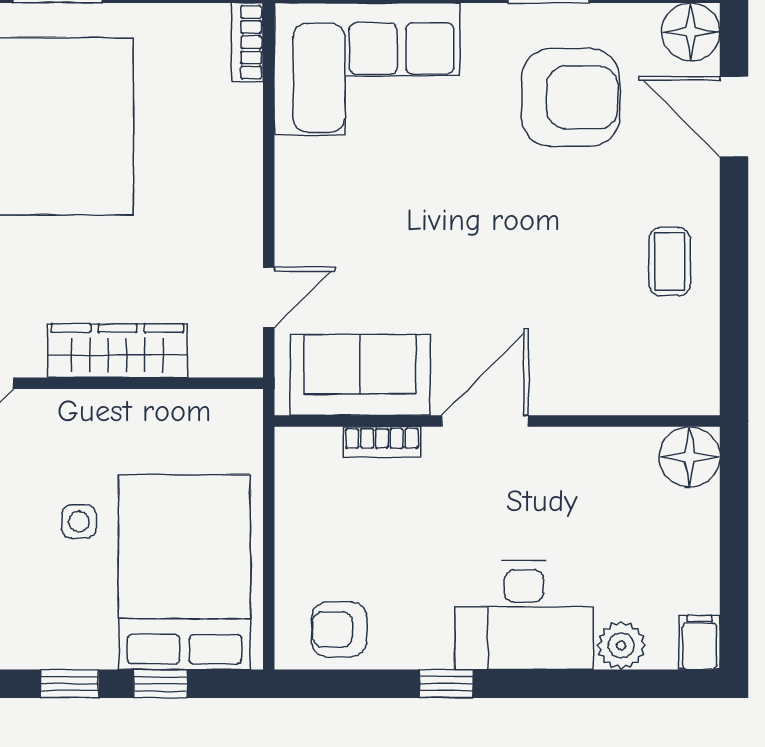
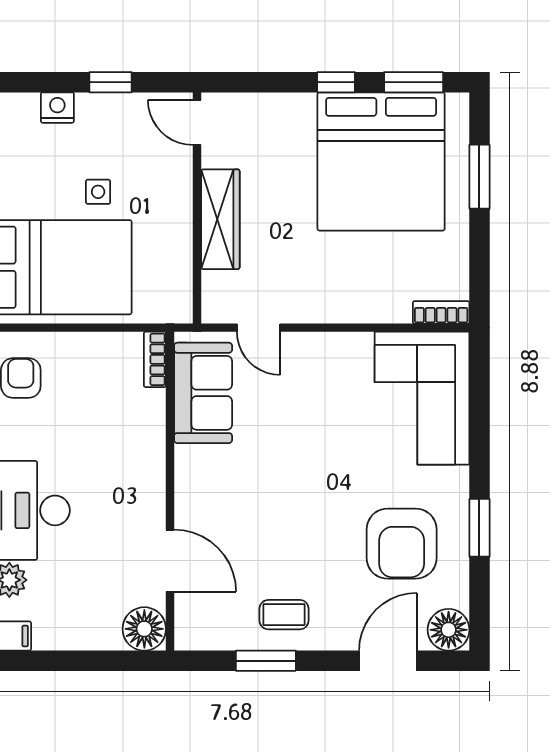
window: (734, 287) -> (266, 661), added
door: (485, 421) -> (170, 561), moved
bookcase: (382, 442) -> (155, 359), moved

